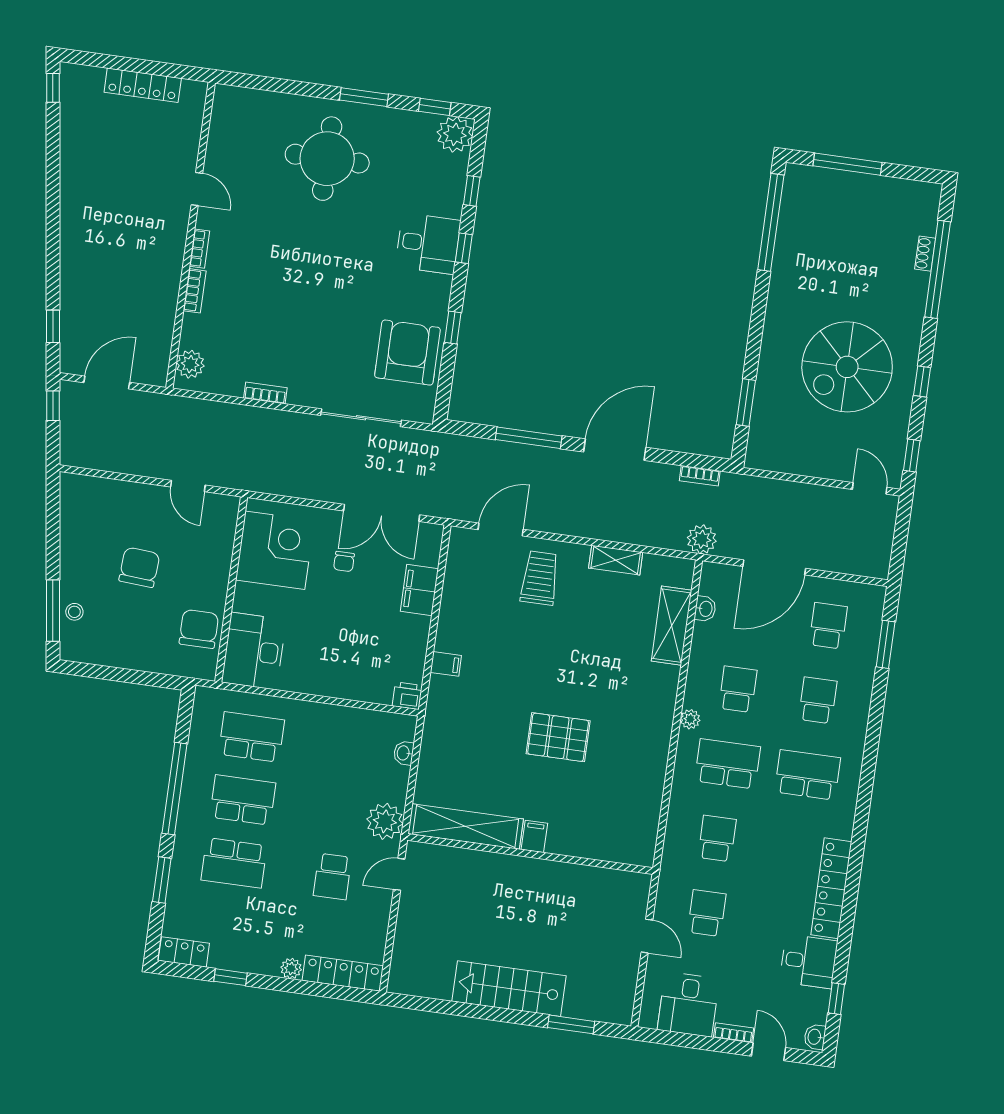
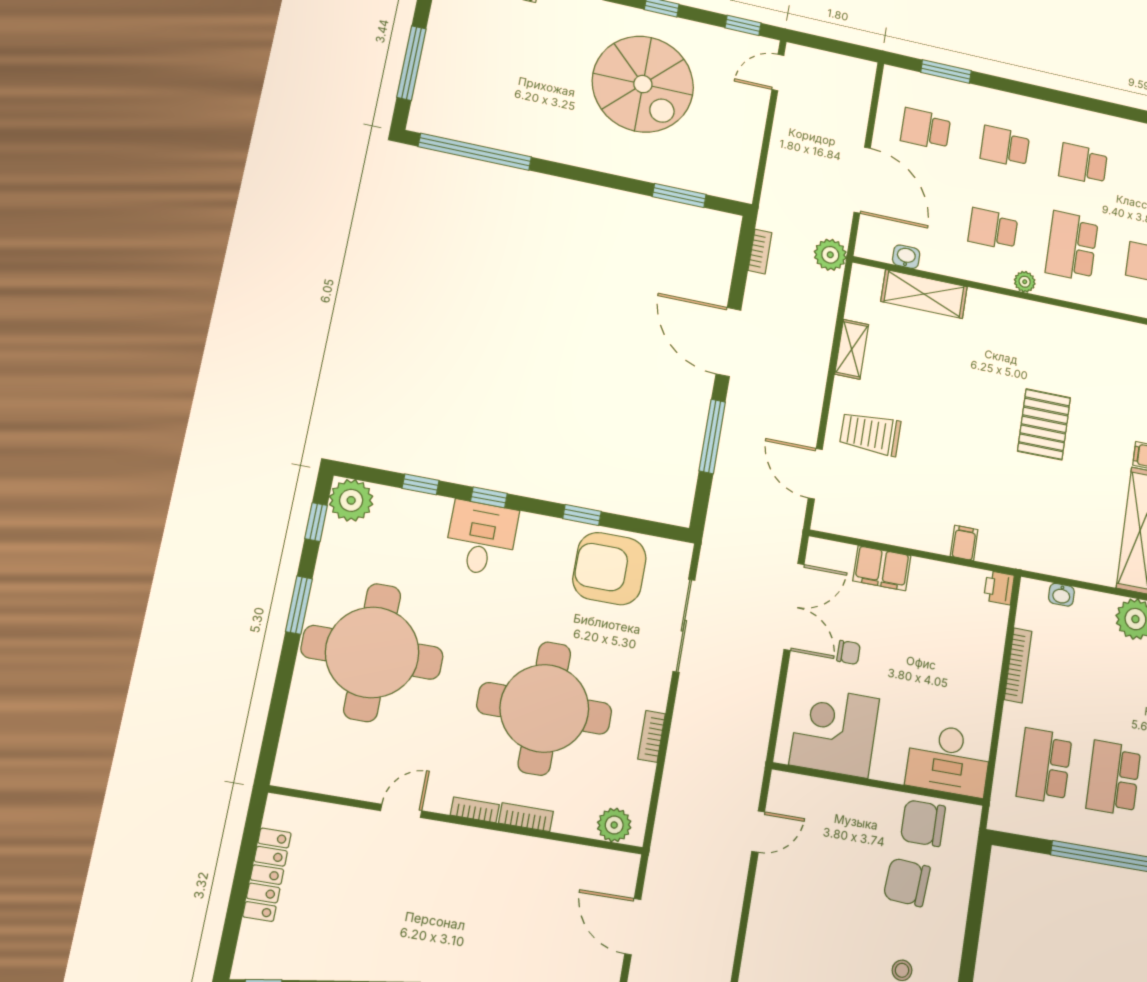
round table: (327, 159) -> (372, 652), width x1.36, depth x1.36
round table: (286, 302) -> (544, 708), added
chair: (139, 567) -> (907, 882), moved
bookcase: (339, 713) -> (1018, 665), added
school desk: (807, 775) -> (1083, 164), width x0.54

